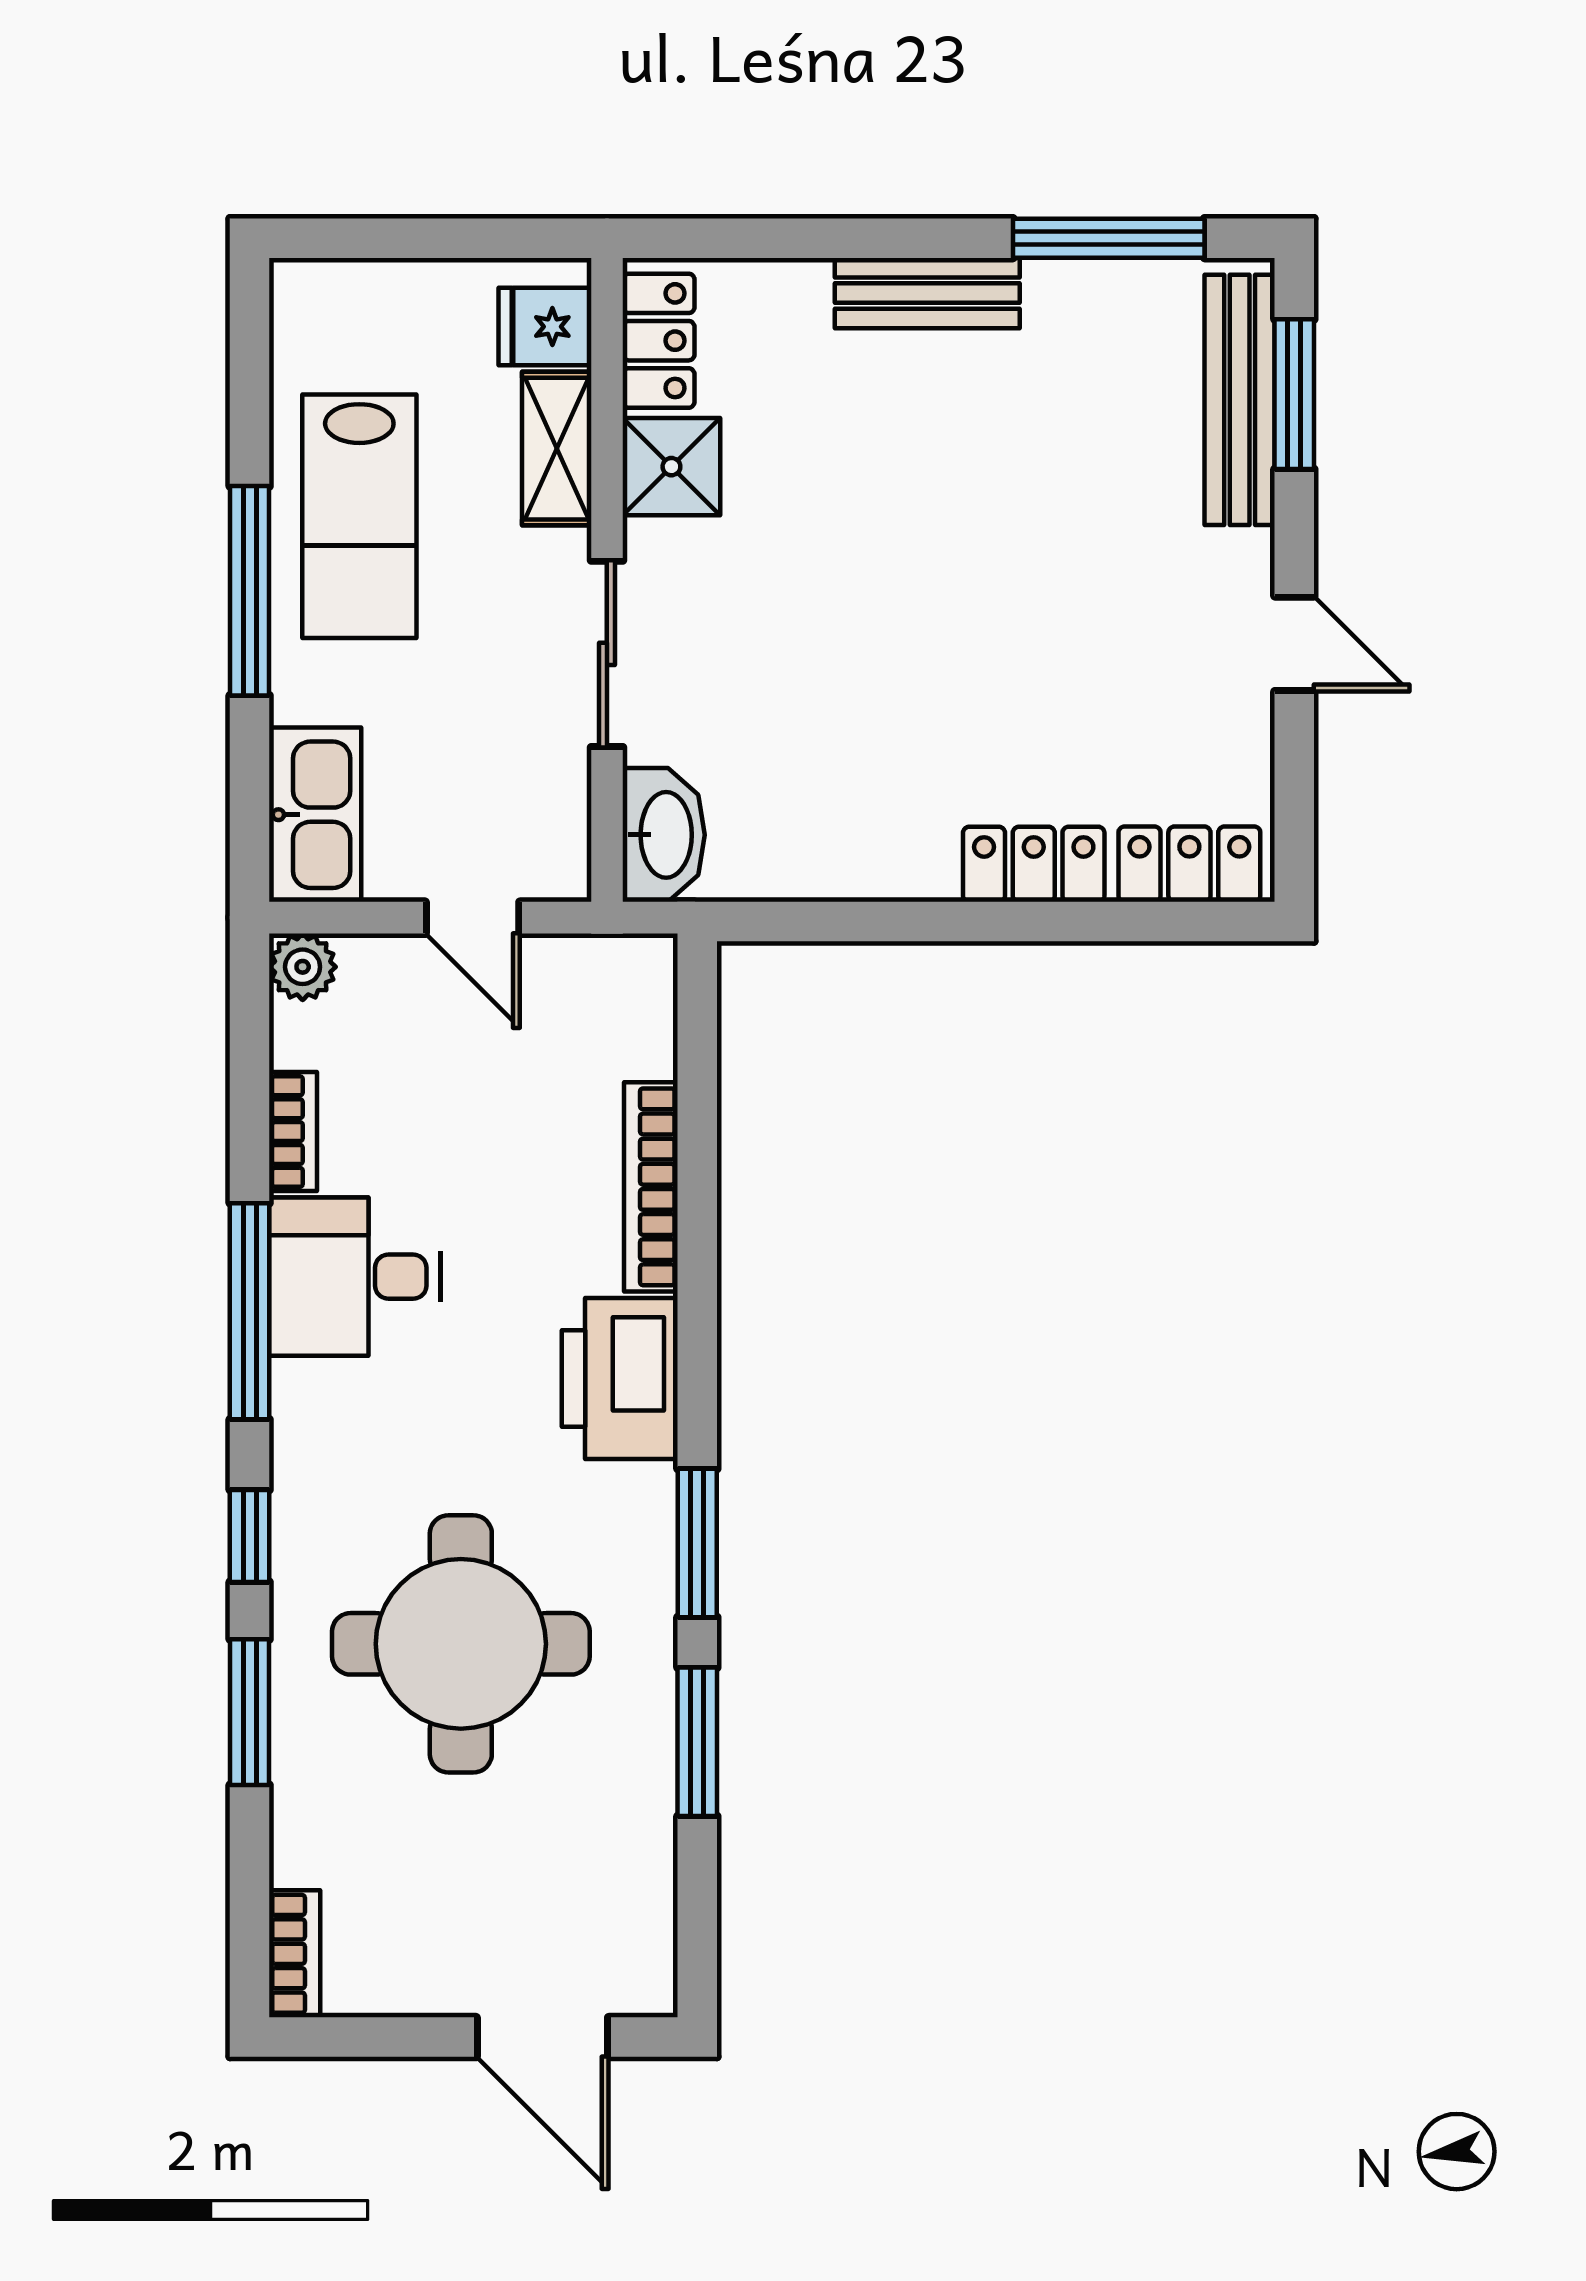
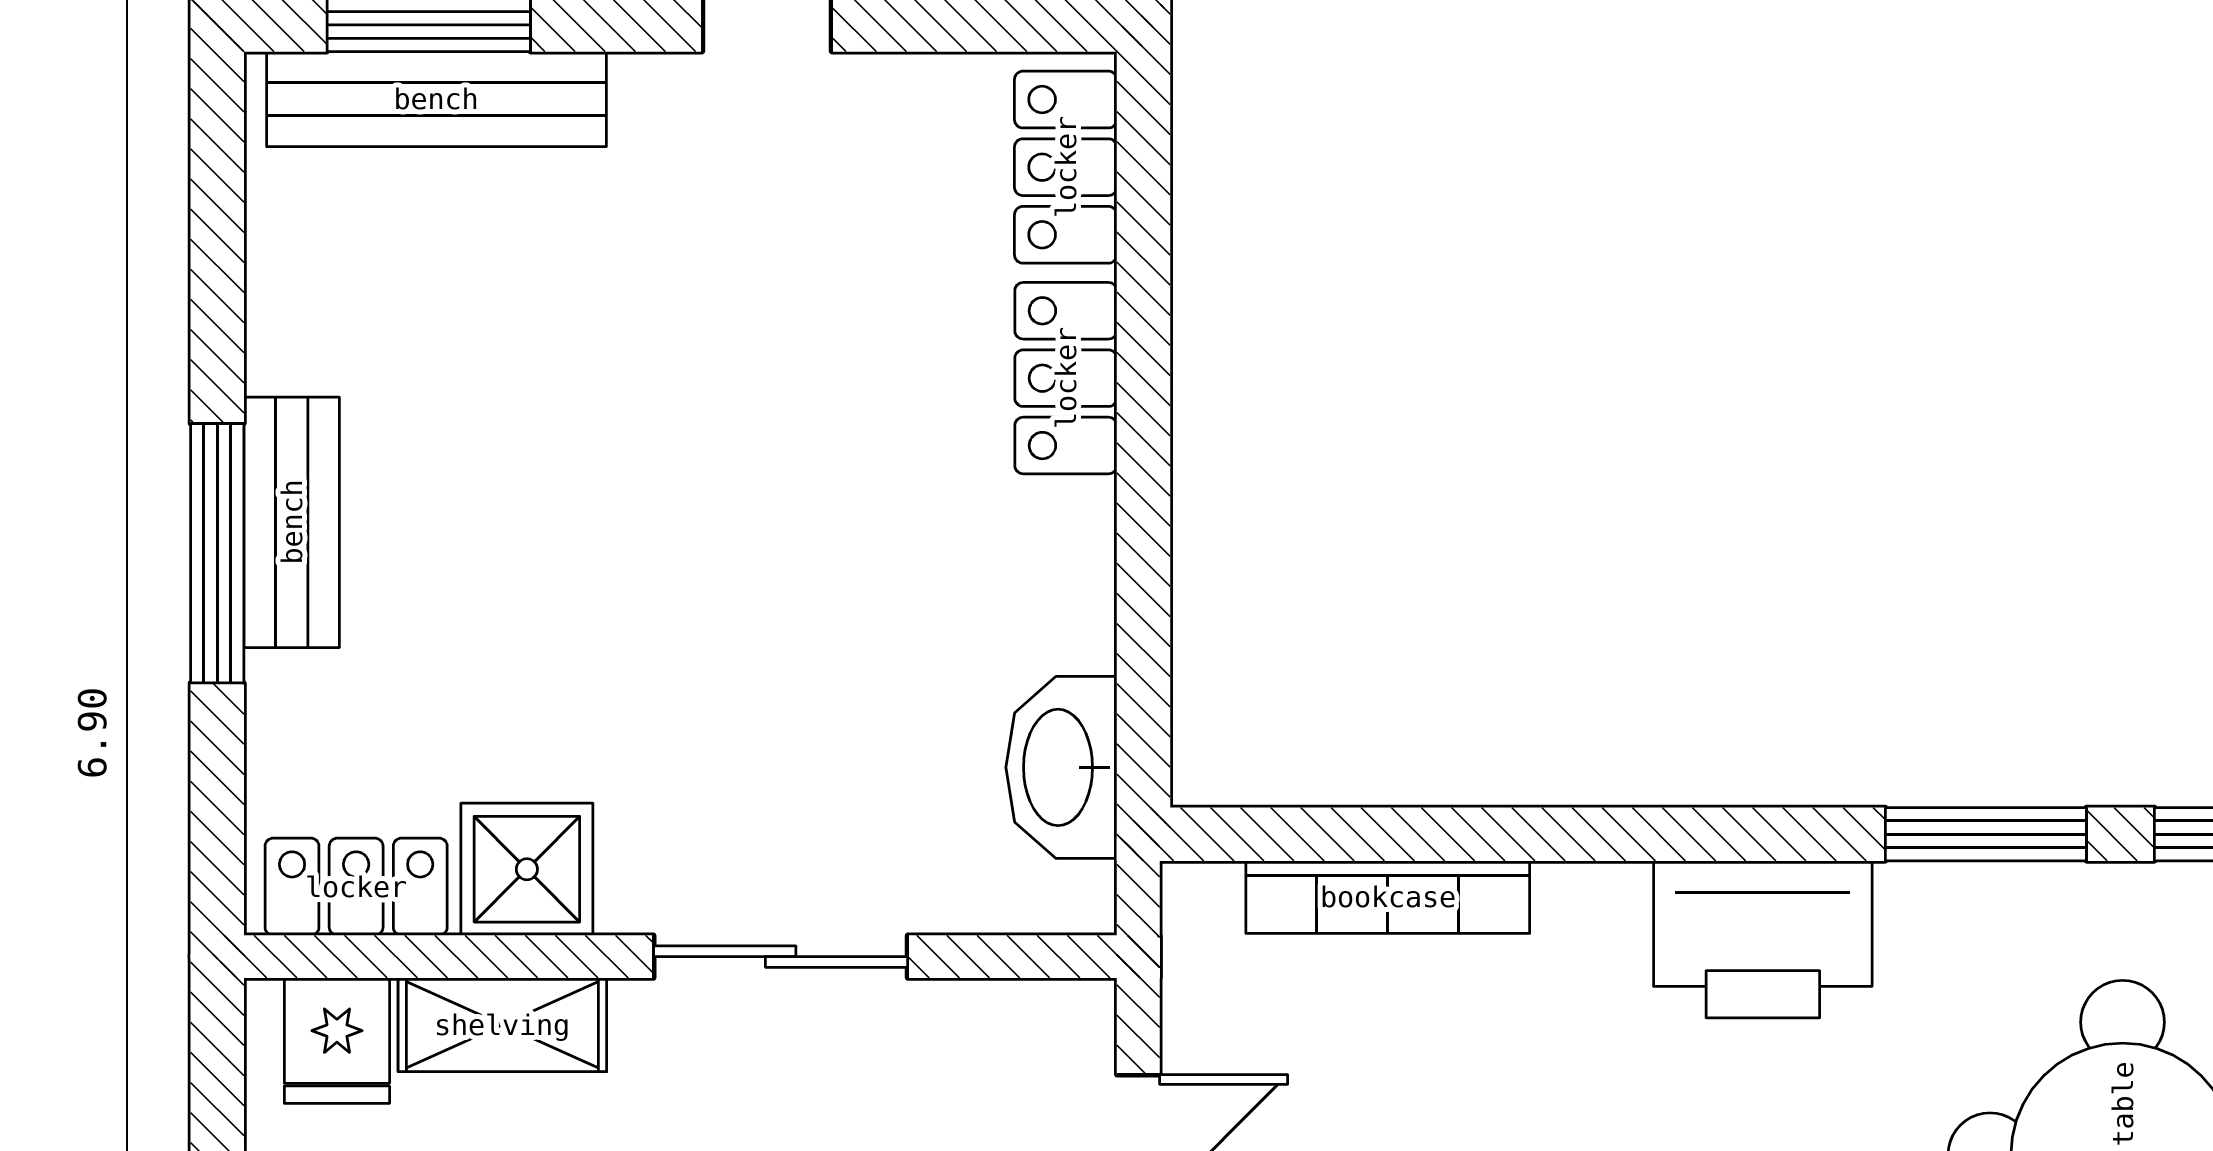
window: (1109, 238) -> (217, 553), moved
washbasin: (664, 835) -> (1061, 767), moved, turned -90
bookcase: (651, 1187) -> (1388, 897), moved

